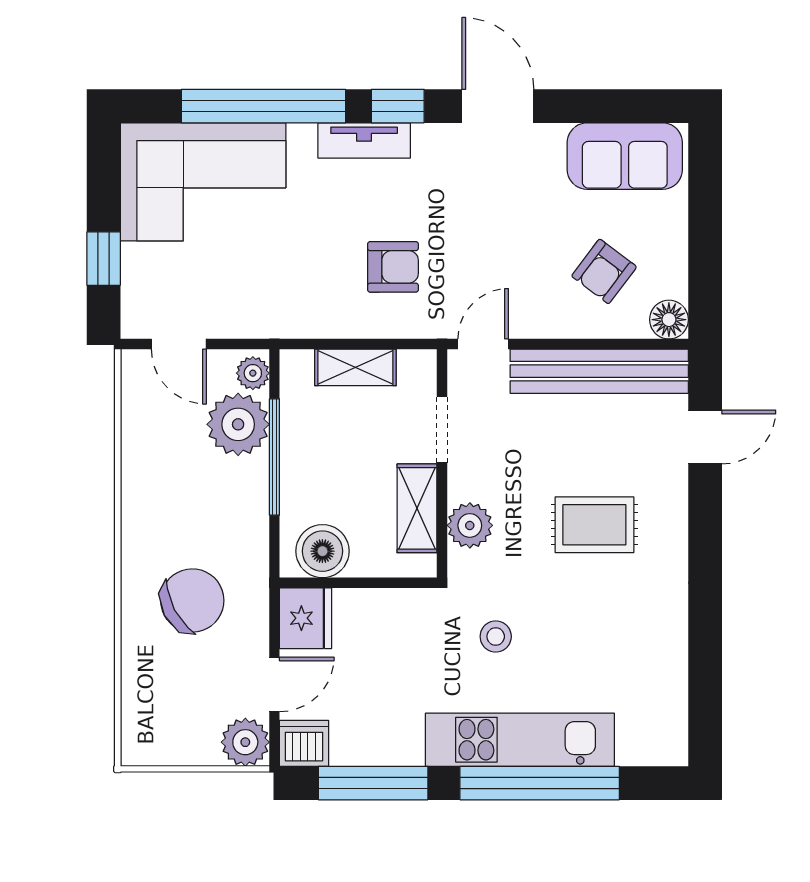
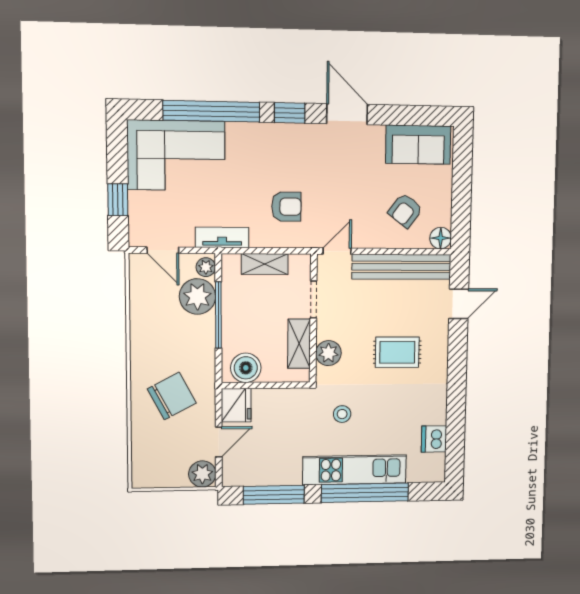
tv unit: (364, 140) -> (222, 237), moved, turned 180
dishwasher: (304, 743) -> (434, 439), moved, turned -90

